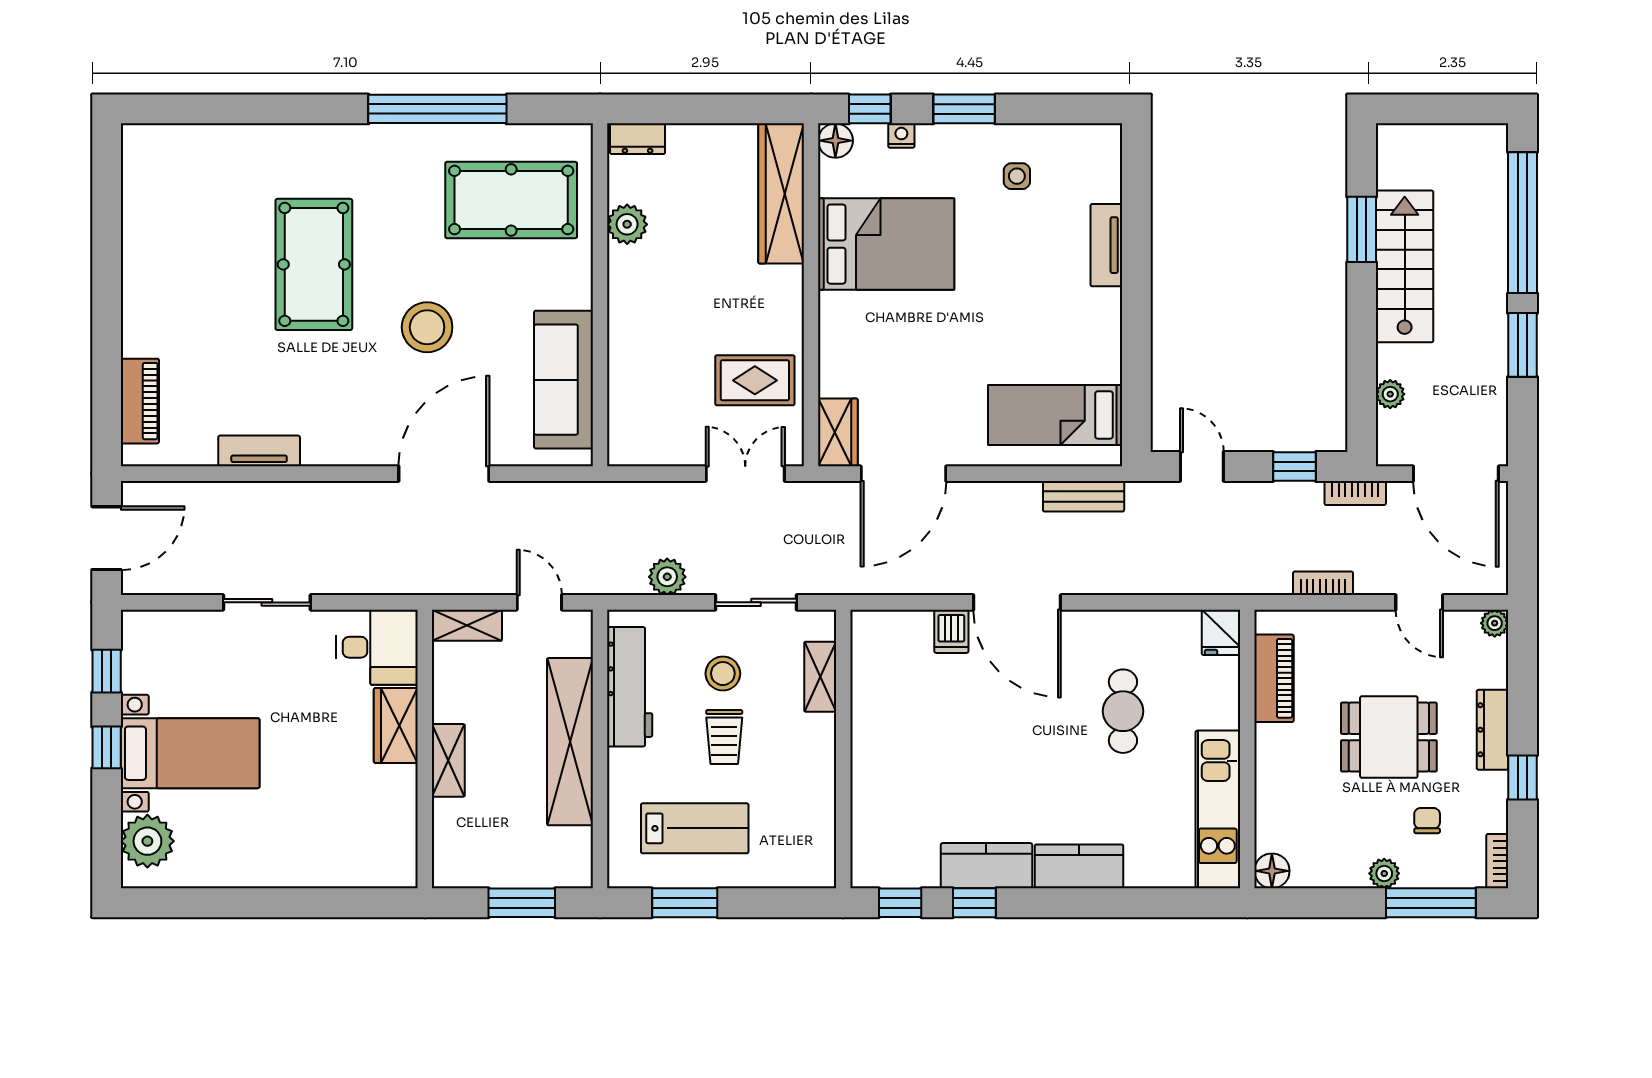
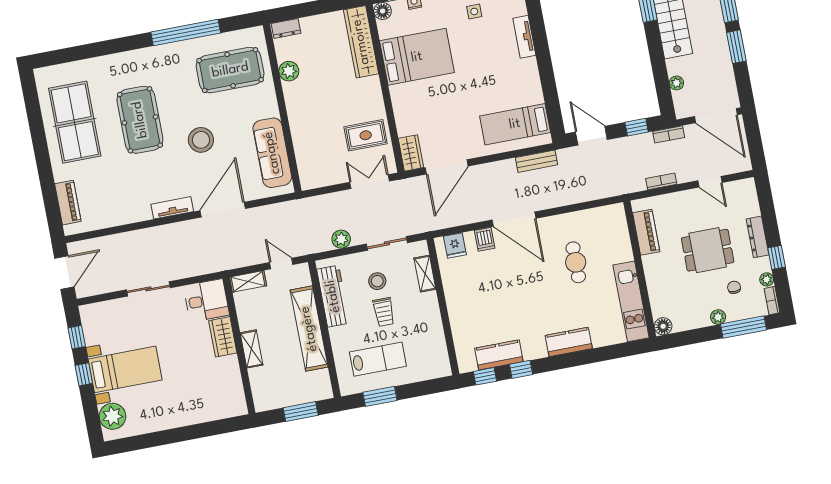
table tennis table: (184, 245) -> (75, 122), added
tv unit: (259, 451) -> (172, 208), moved
door: (1202, 466) -> (591, 136), width x1.38
plant: (1495, 623) -> (767, 279), moved
fridge: (1221, 632) -> (455, 246), moved
kitchen counter: (986, 866) -> (499, 355), moved

